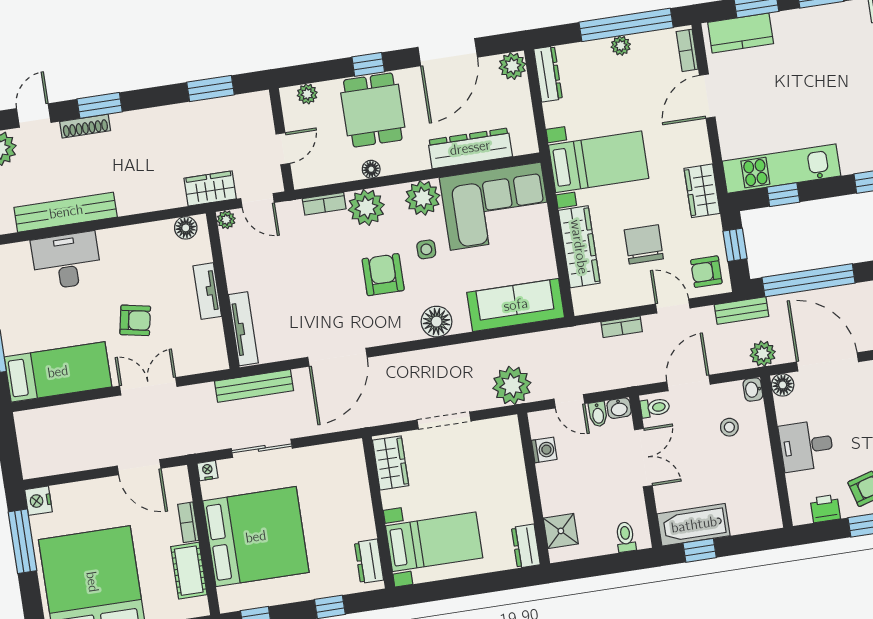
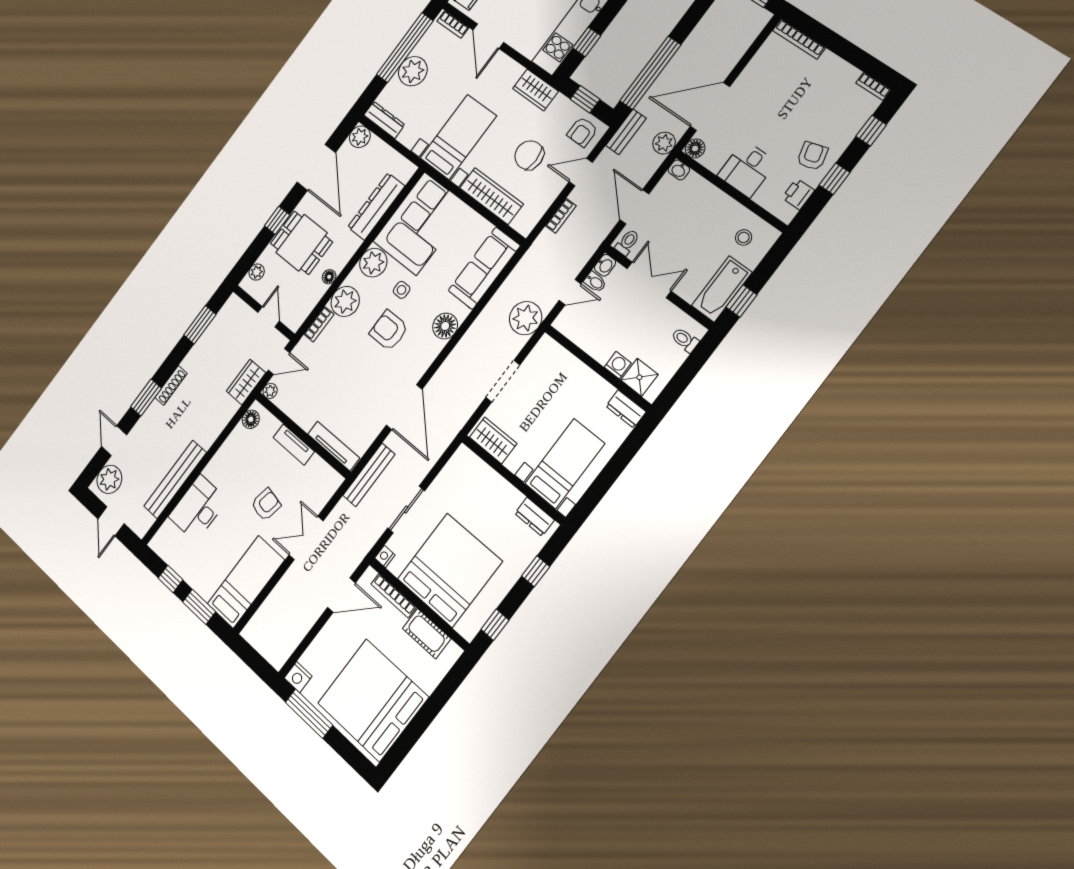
plant: (621, 46) -> (413, 71), width x1.88, depth x1.88
shoe rack: (85, 126) -> (171, 385), moved
stool: (729, 427) -> (744, 237), moved
washing machine: (544, 450) -> (618, 365), moved
bookcase: (188, 522) -> (393, 596), width x1.56

